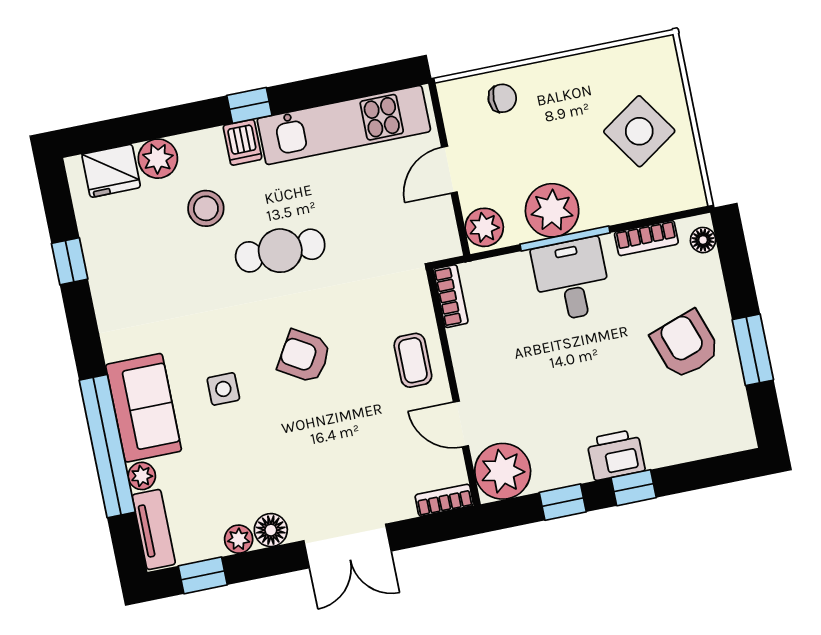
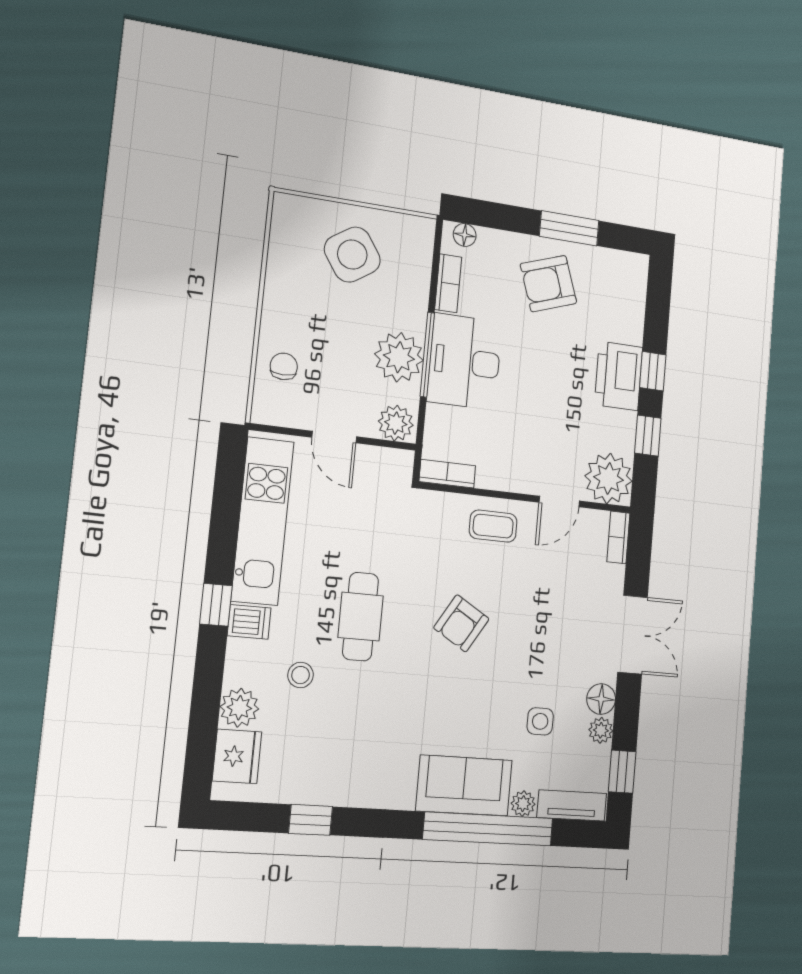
stool: (206, 208) -> (301, 675), width x0.73, depth x0.73
desk: (572, 280) -> (465, 362), width x1.37
side table: (223, 389) -> (540, 721), moved
printer: (616, 455) -> (619, 376), width x1.37, depth x1.19

